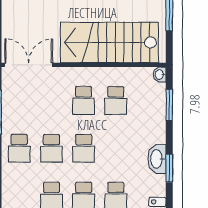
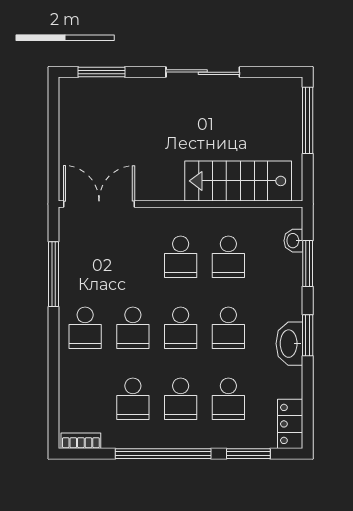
stairs: (109, 42) -> (238, 181), width x0.73, depth x0.66
washbasin: (160, 75) -> (293, 241), moved
school desk: (116, 148) -> (228, 328), added
window: (169, 168) -> (308, 335), moved

